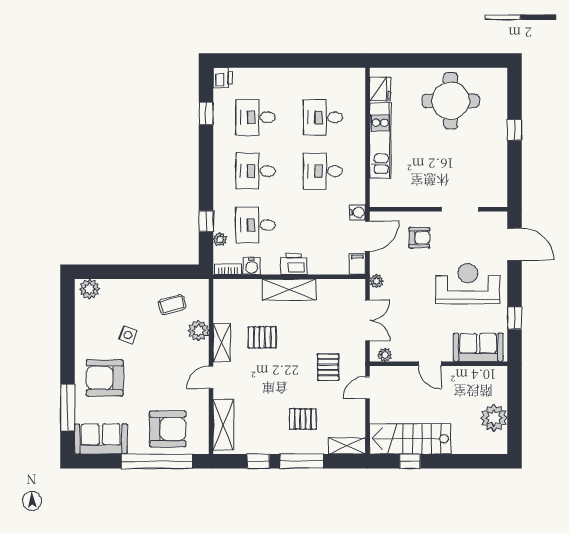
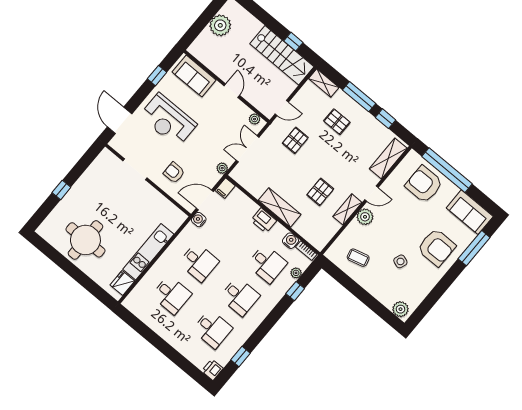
plant: (199, 330) -> (365, 217), moved
pallet: (262, 337) -> (320, 192), turned 90

